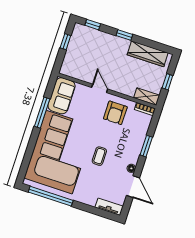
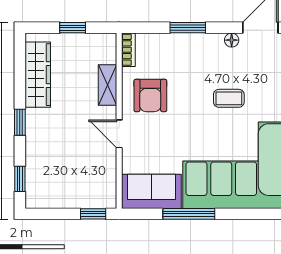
window: (65, 42) -> (93, 214), moved
door: (100, 88) -> (119, 134), hinge flipped
shelving: (147, 97) -> (107, 85), moved
armchair: (115, 113) -> (150, 95), turned 90

